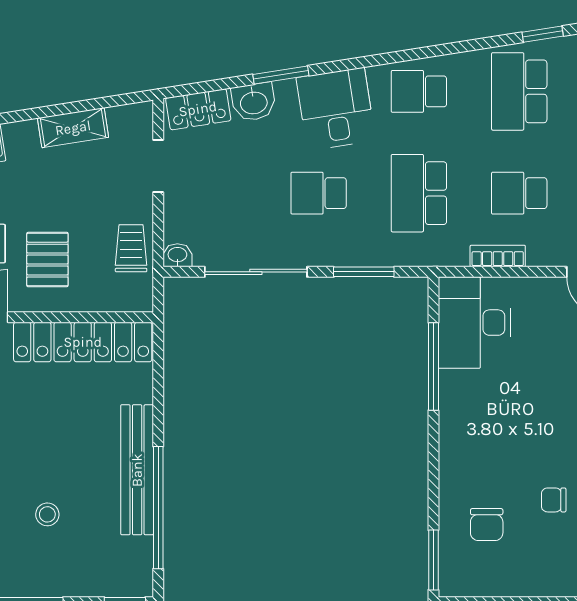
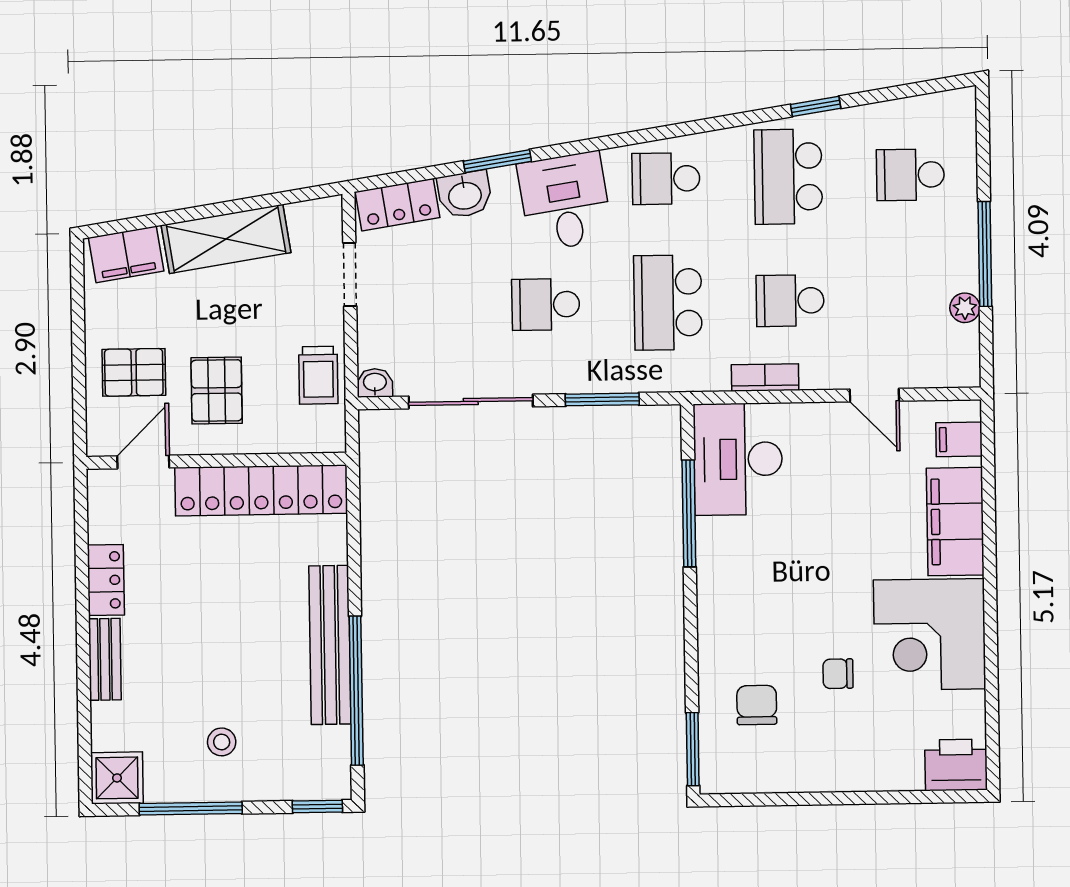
shelving: (73, 128) -> (226, 239), width x1.50, depth x1.33
trolley: (131, 248) -> (318, 375), turned 180
stool: (47, 514) -> (222, 742), moved
chair: (487, 525) -> (757, 705), turned 180

